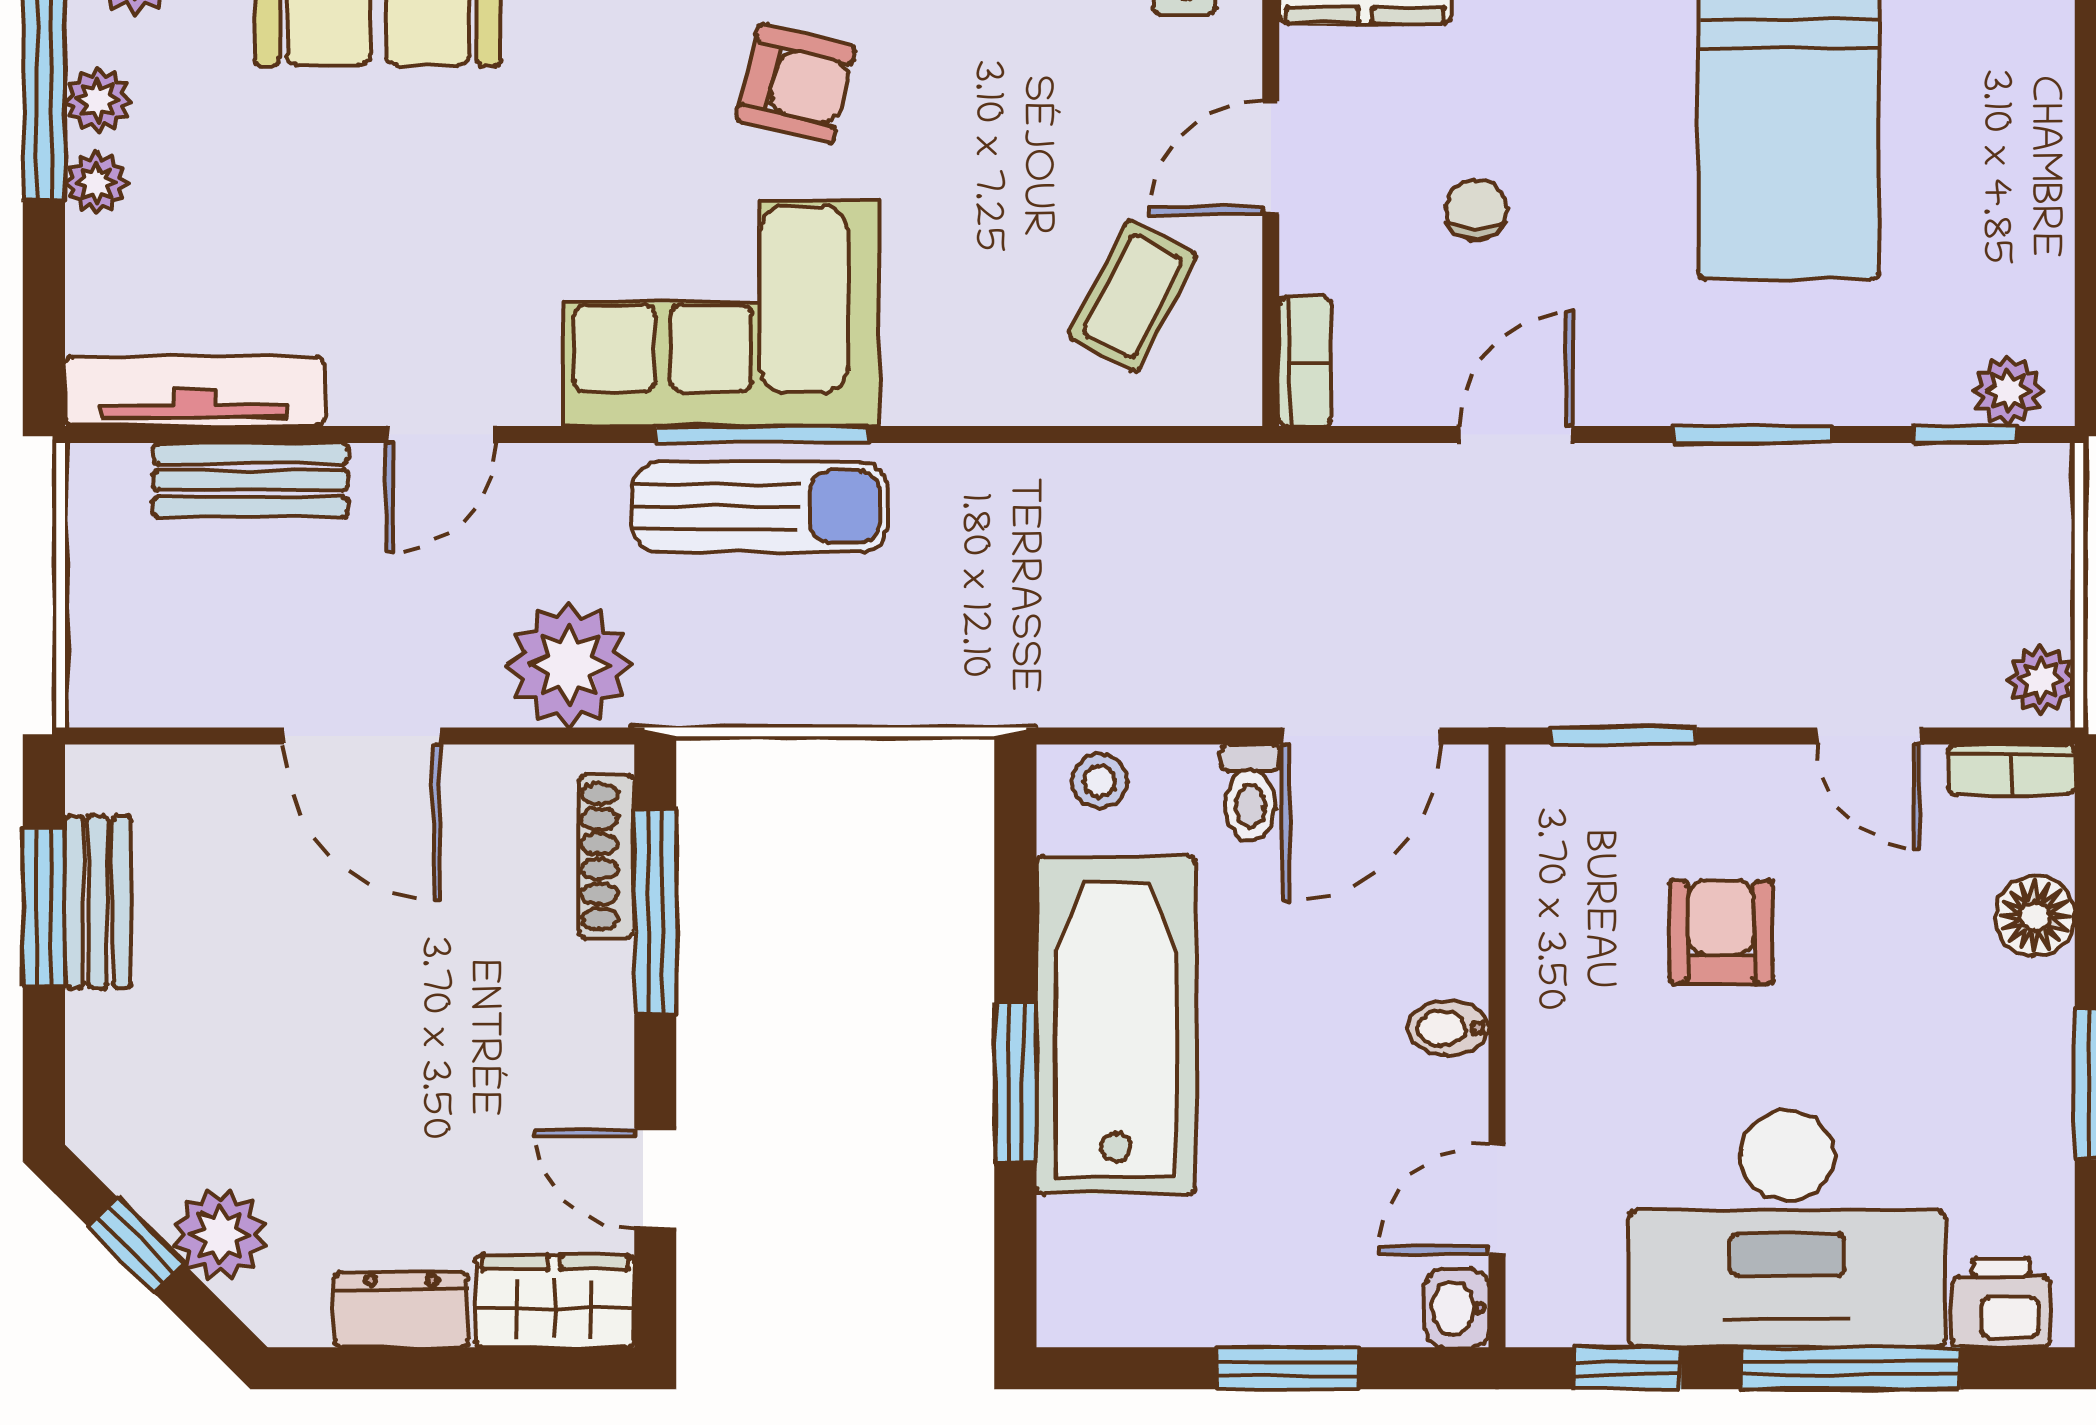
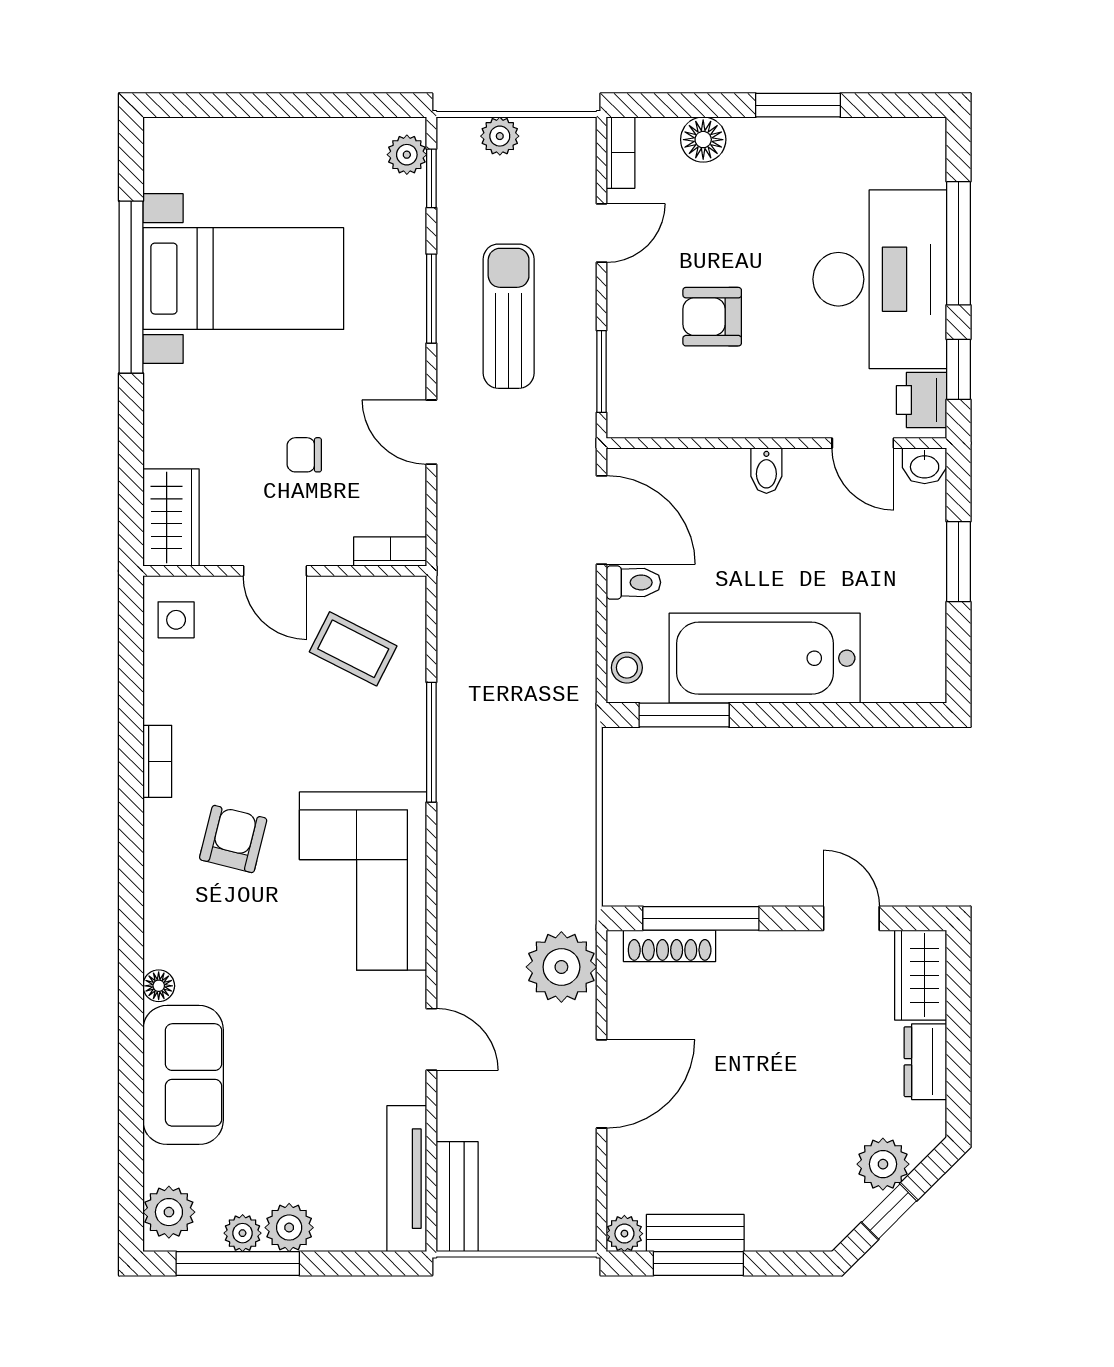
plant: (96, 183) -> (289, 1228), width x1.38, depth x1.38
window: (762, 435) -> (431, 742), moved
bench: (250, 480) -> (457, 1197), moved
sun lounger: (760, 507) -> (509, 316), moved
plant: (2041, 680) -> (500, 136), moved
plant: (97, 777) -> (624, 1234), added
window: (1015, 1083) -> (684, 715), moved
door: (655, 1179) -> (851, 918), swing flipped
printer: (2001, 1303) -> (922, 400), moved

